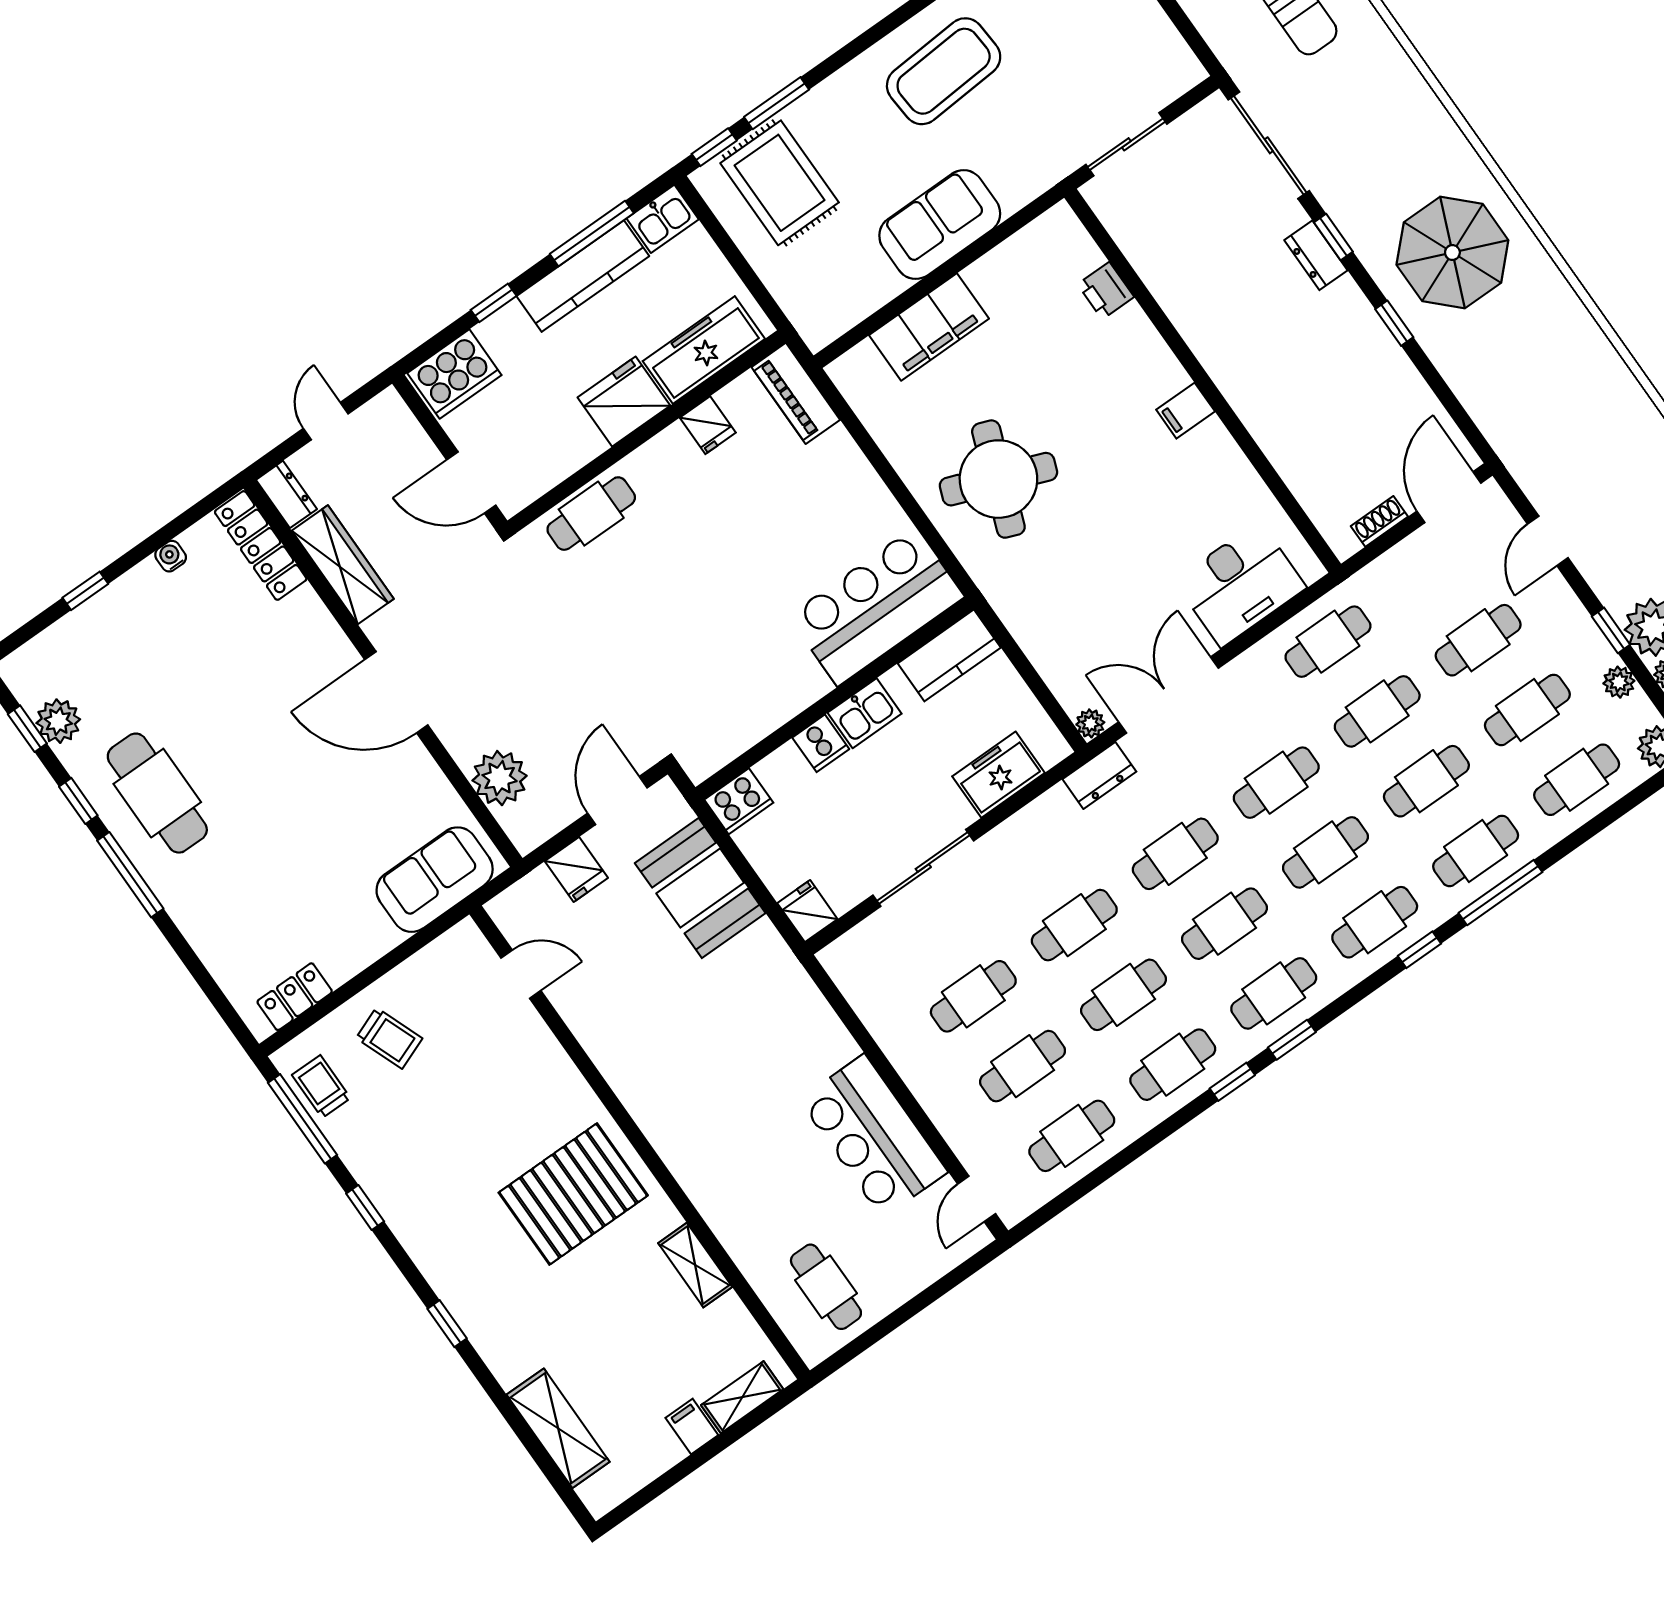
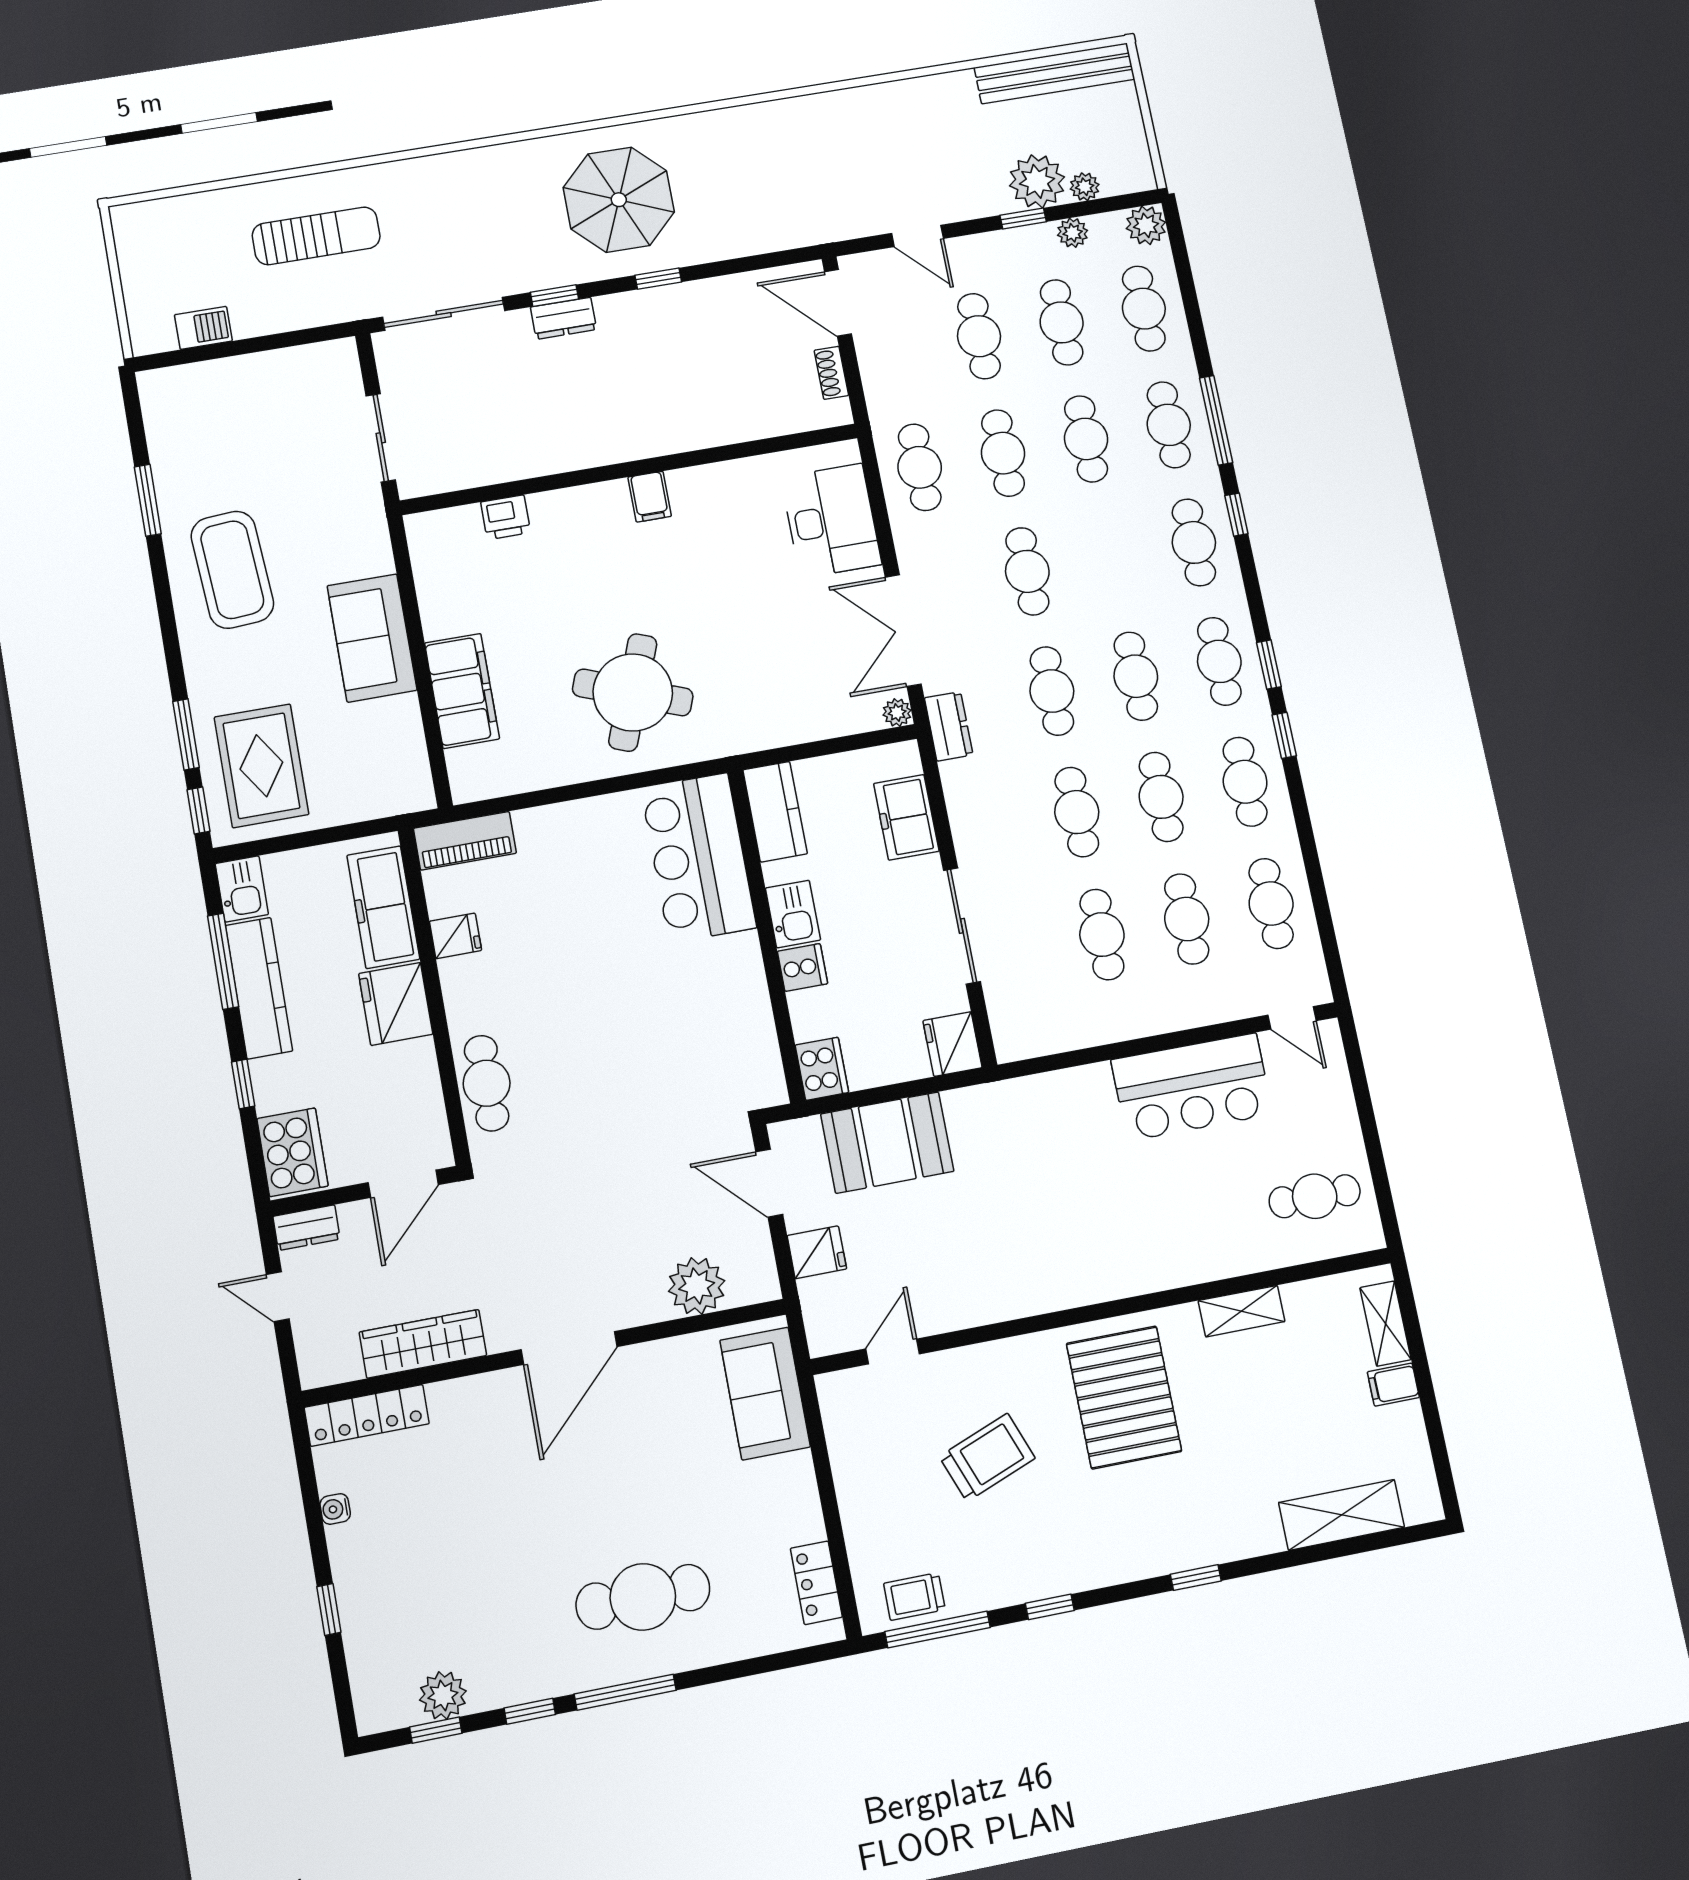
rug: (780, 183) -> (261, 766), turned 90
dresser: (286, 494) -> (307, 1228), moved, turned 180
cafe table: (157, 793) -> (643, 1597), moved
cafe table: (1325, 852) -> (1111, 557), removed
fridge: (807, 911) -> (952, 1044), width x1.38
trolley: (389, 1038) -> (987, 1457), moved, width x1.36, depth x1.39

